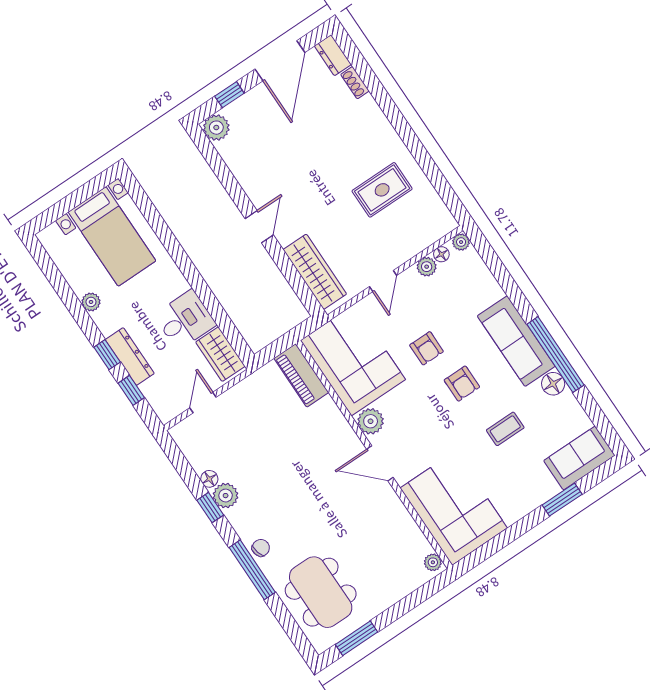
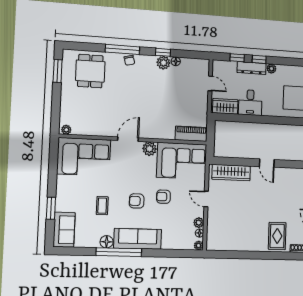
rug: (382, 190) -> (277, 236), moved
plant: (91, 302) -> (271, 69), moved
dining table: (321, 592) -> (90, 71), width x0.73

